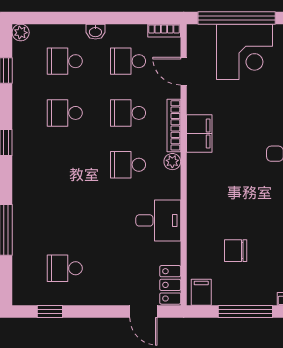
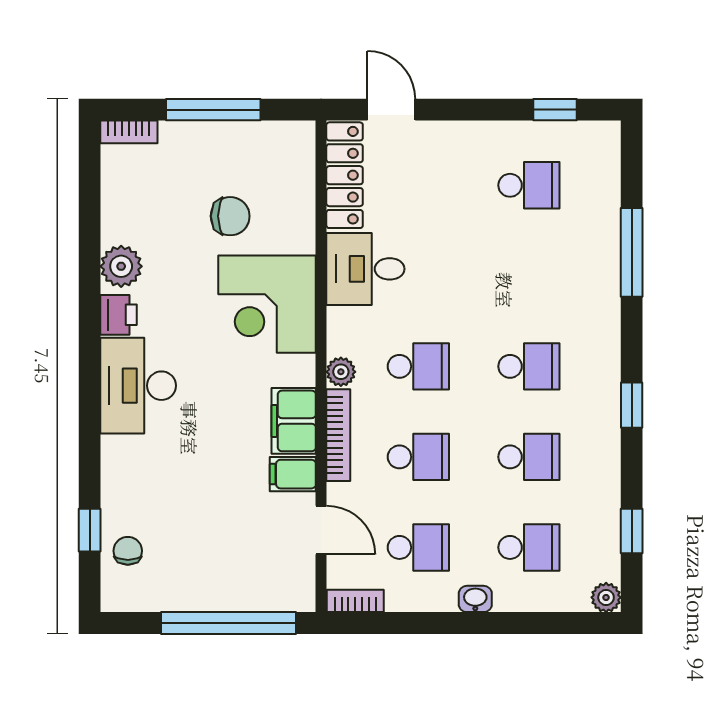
corner desk: (244, 52) -> (267, 304), moved, turned -90
school desk: (65, 165) -> (529, 366), added
locker: (170, 285) -> (345, 175), width x1.53
filing cabinet: (201, 292) -> (293, 474), moved, turned 90

